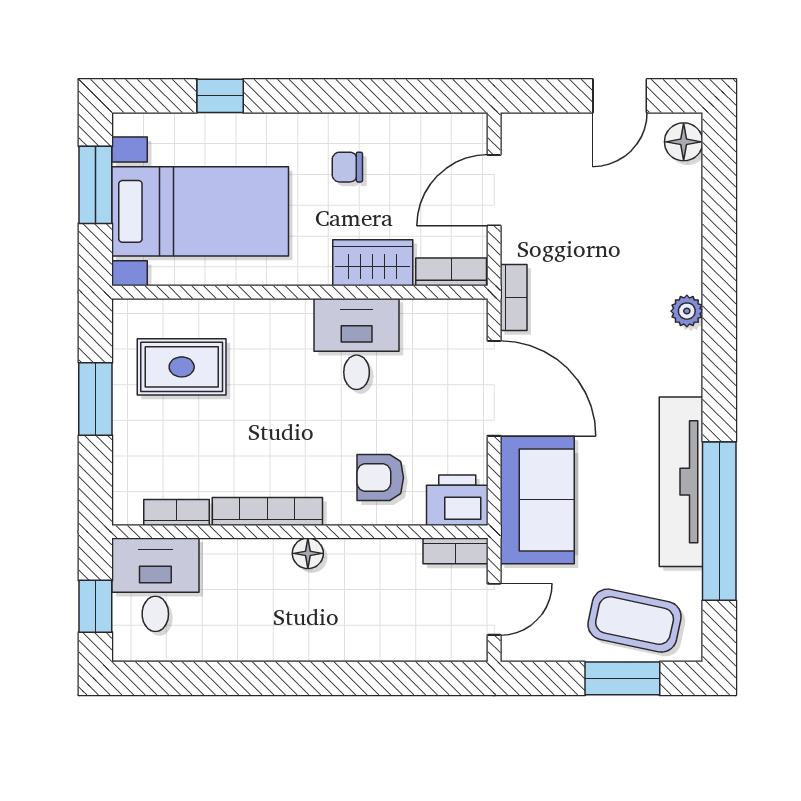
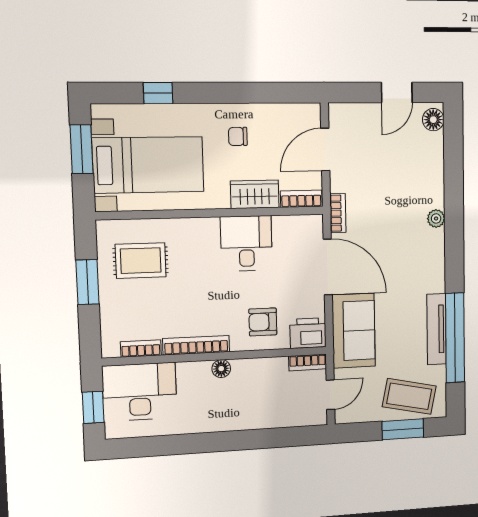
tv unit: (681, 482) -> (437, 329), width x0.73, depth x0.78
desk: (155, 585) -> (140, 392), width x1.37

